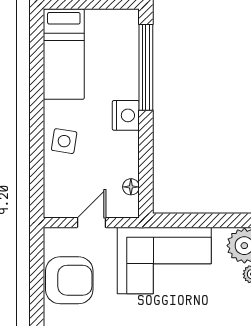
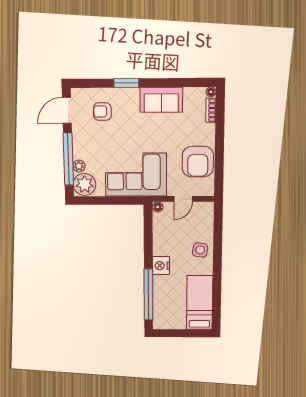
floor lamp: (131, 187) -> (158, 207), moved
armchair: (69, 280) -> (198, 162), turned -90

